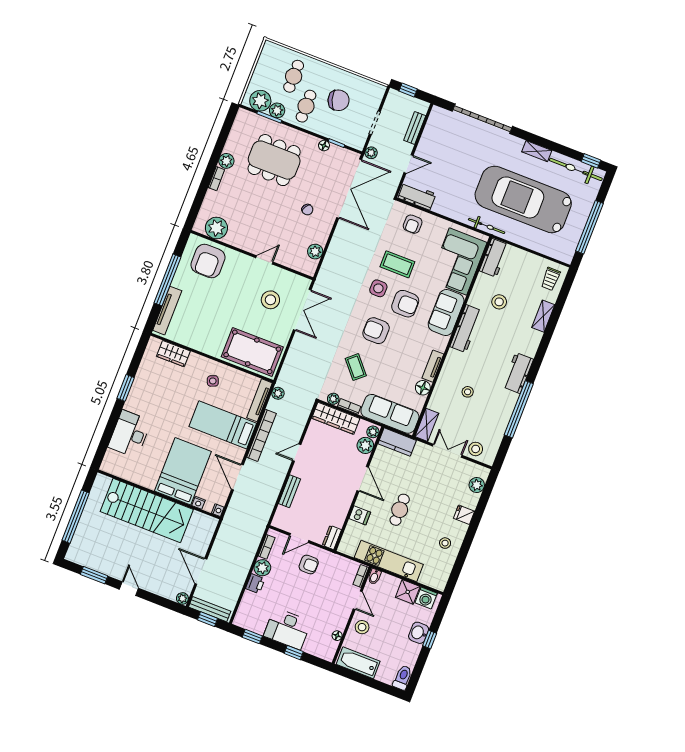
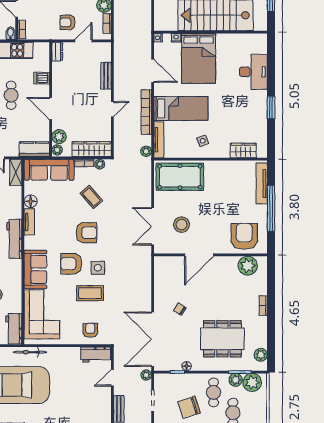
plant: (226, 161) -> (261, 355), moved
plant: (315, 252) -> (160, 278), removed
door: (264, 260) -> (199, 255), width x1.88
workbench: (466, 329) -> (14, 239), moved

